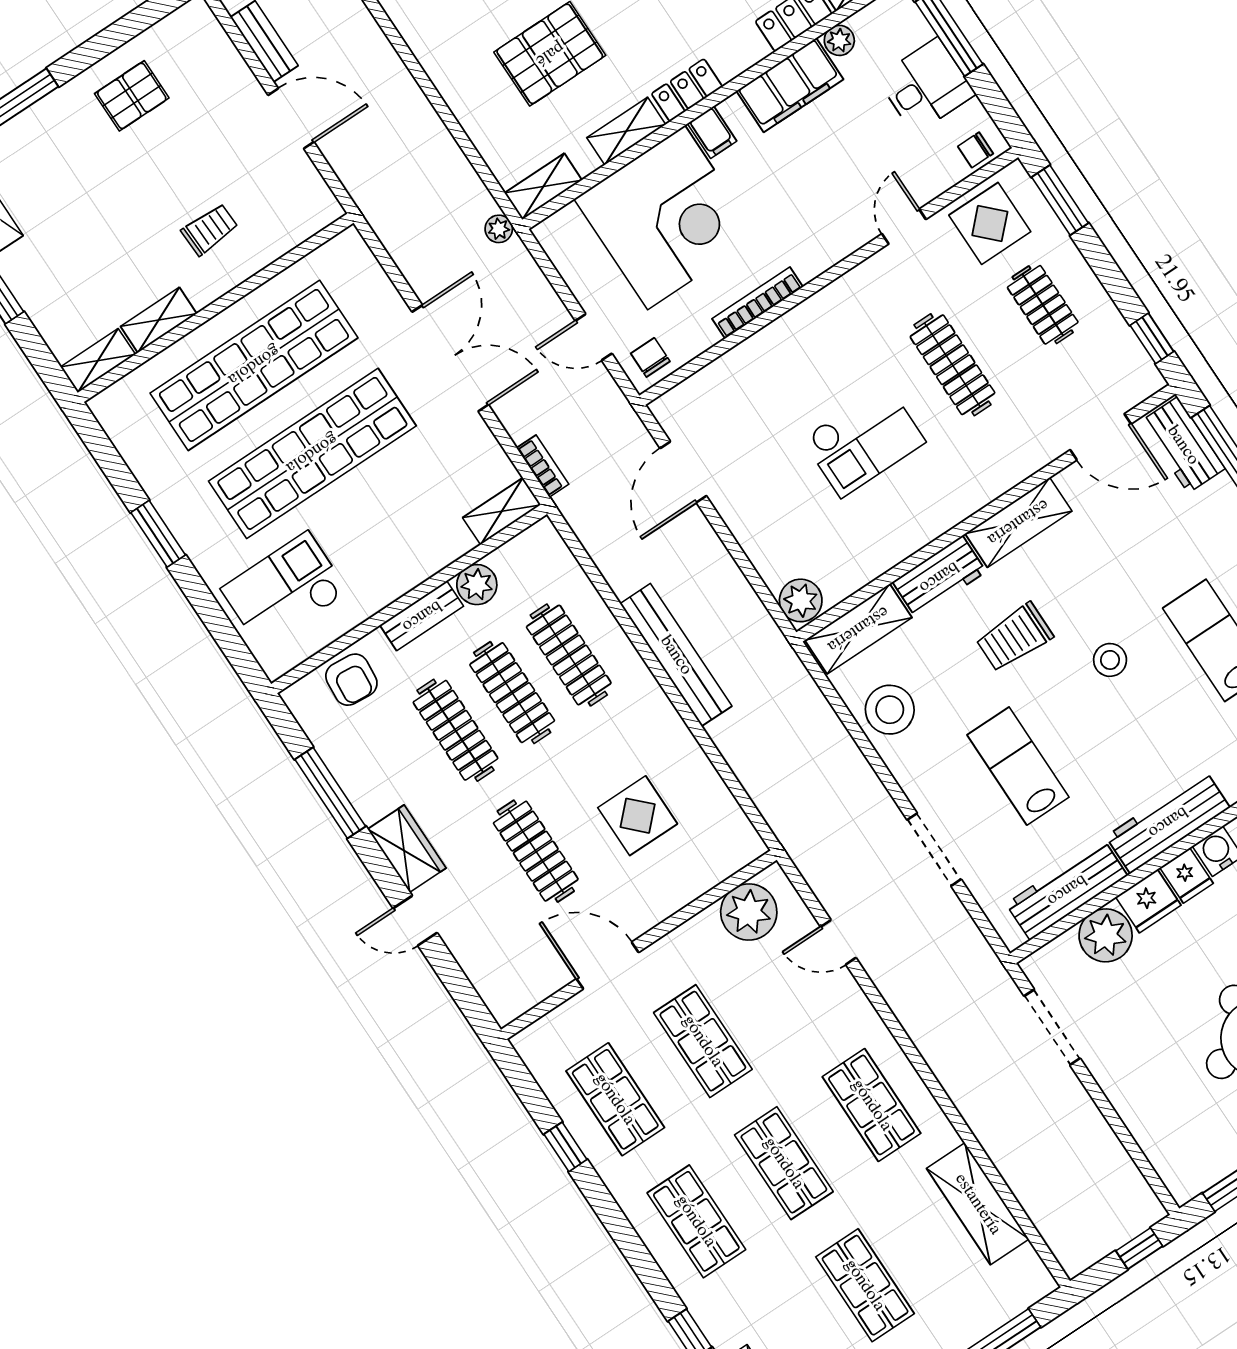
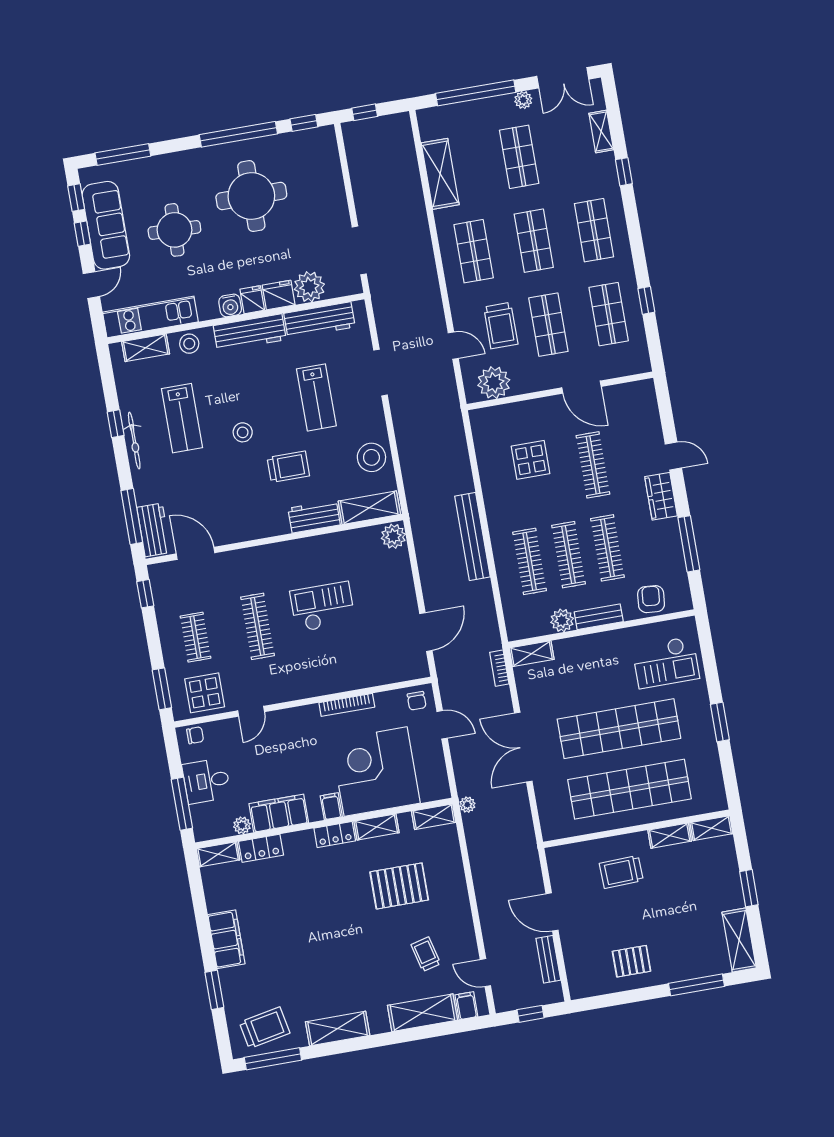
trolley: (210, 229) -> (621, 872), width x1.36, depth x1.39
shelving: (1018, 522) -> (259, 527), removed
trolley: (777, 1007) -> (501, 326), added

